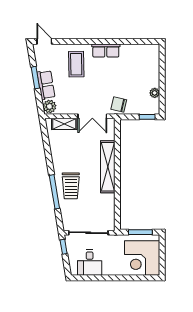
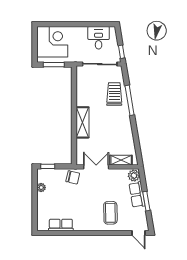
row of seats: (106, 51) -> (61, 225), moved
shelving: (108, 167) -> (82, 122), width x0.68
trolley: (71, 186) -> (114, 94), moved

